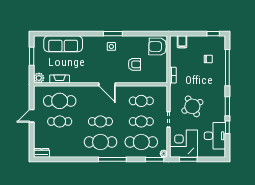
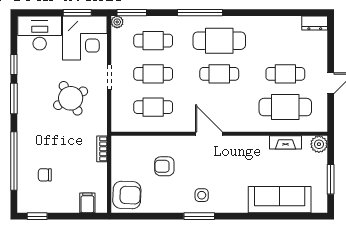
desk: (215, 136) -> (40, 33), moved, turned 90
cafe table: (141, 142) -> (153, 41), width x0.73, depth x0.74

